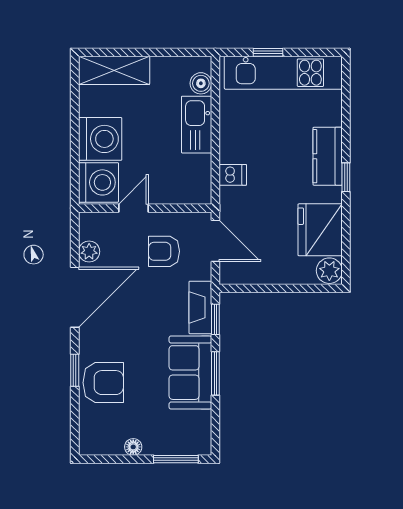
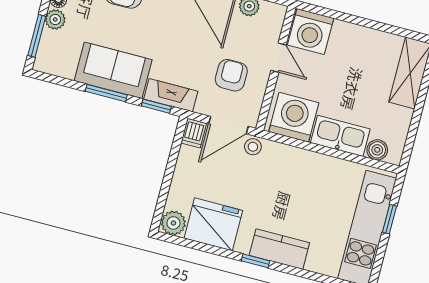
washing machine: (100, 139) -> (294, 117), moved, turned 180
dishwasher: (233, 175) -> (194, 133), moved
stool: (231, 210) -> (253, 147), added
plant: (154, 445) -> (55, 19), added

